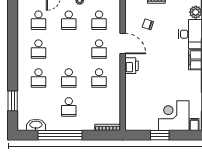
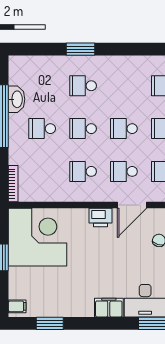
school desk: (38, 49) -> (124, 129), moved
window: (13, 101) -> (80, 49), moved
corner desk: (174, 116) -> (37, 237), moved, width x1.36, depth x1.36
washbasin: (36, 125) -> (17, 99), moved

